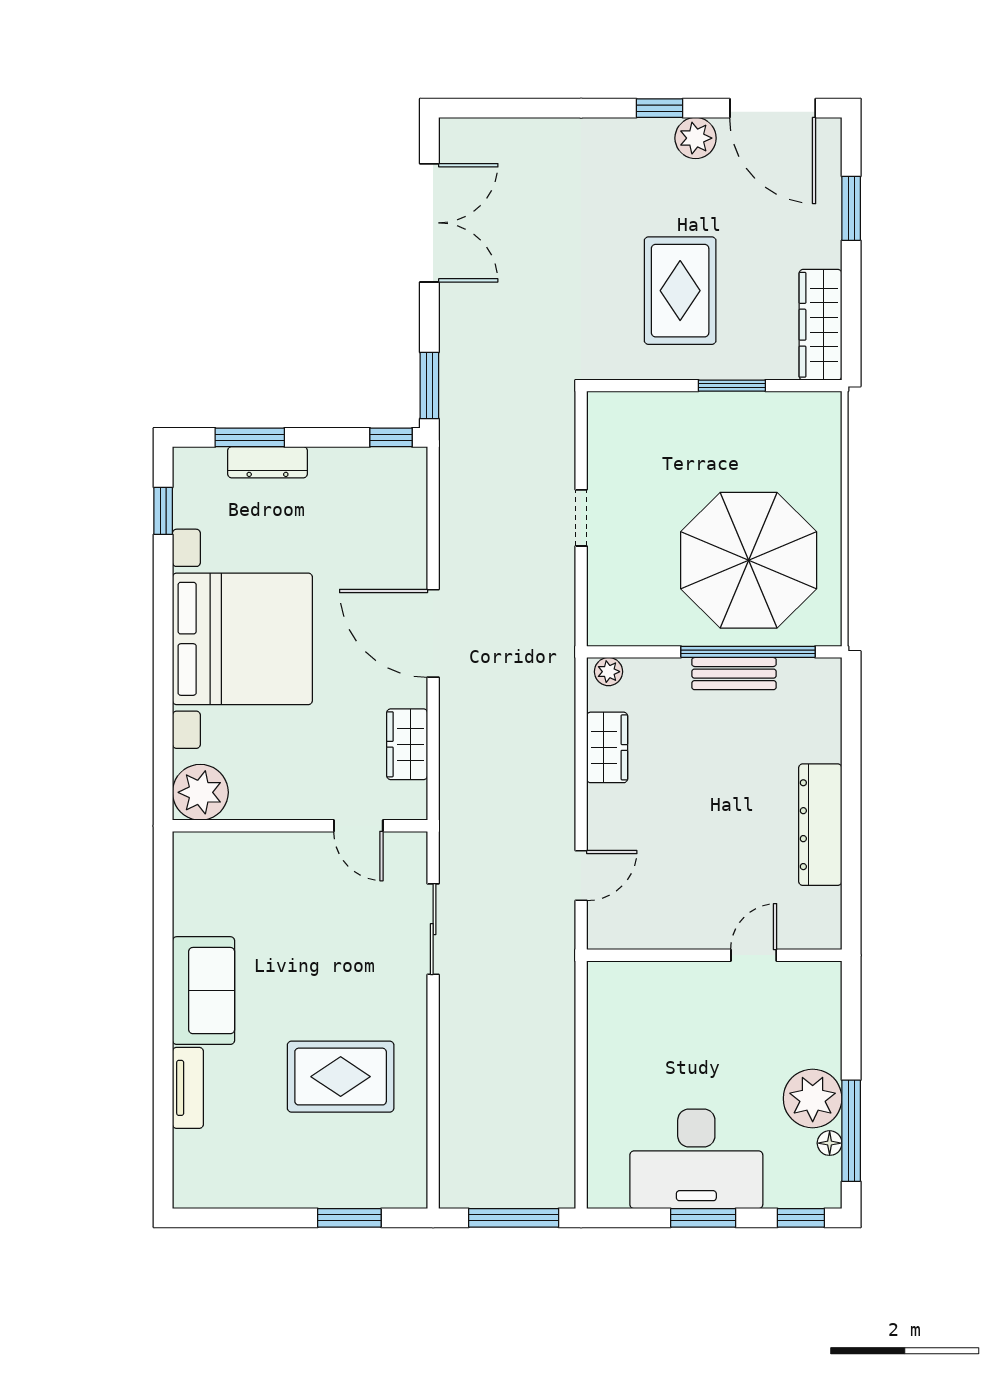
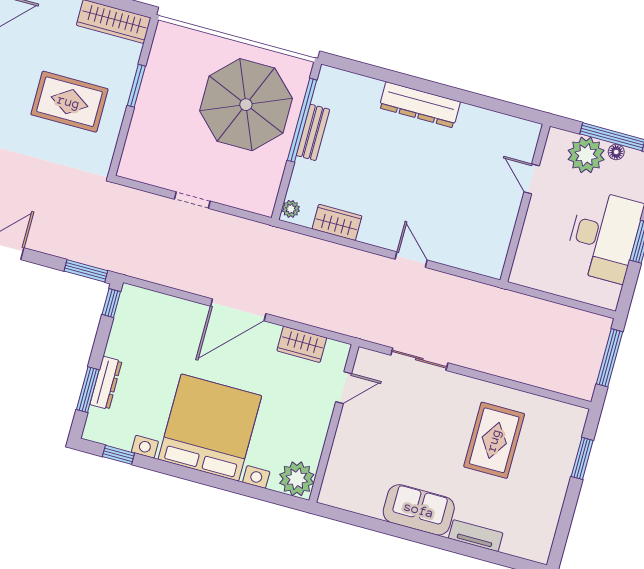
wall: (714, 955) -> (525, 203), moved
door: (754, 955) -> (532, 179), moved

